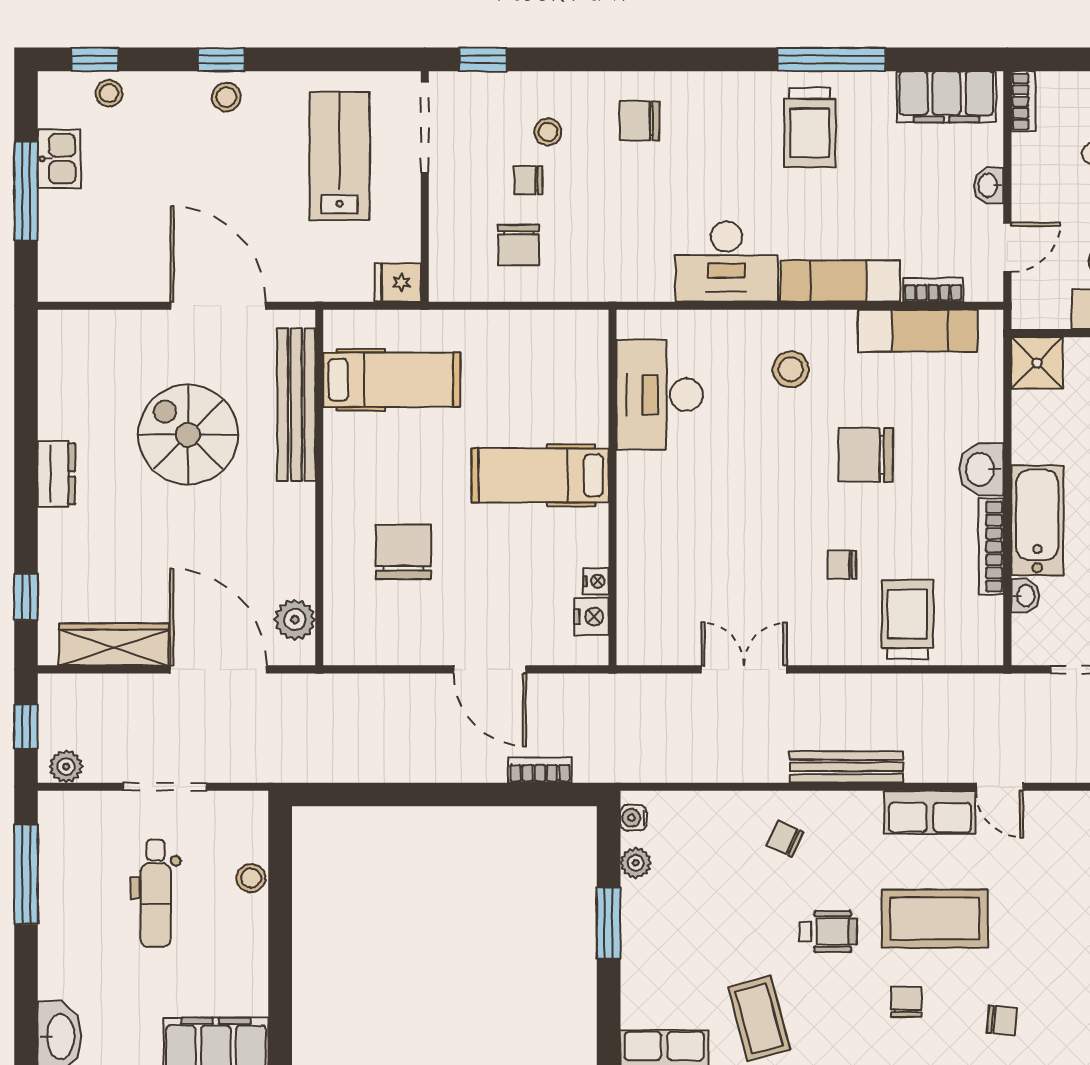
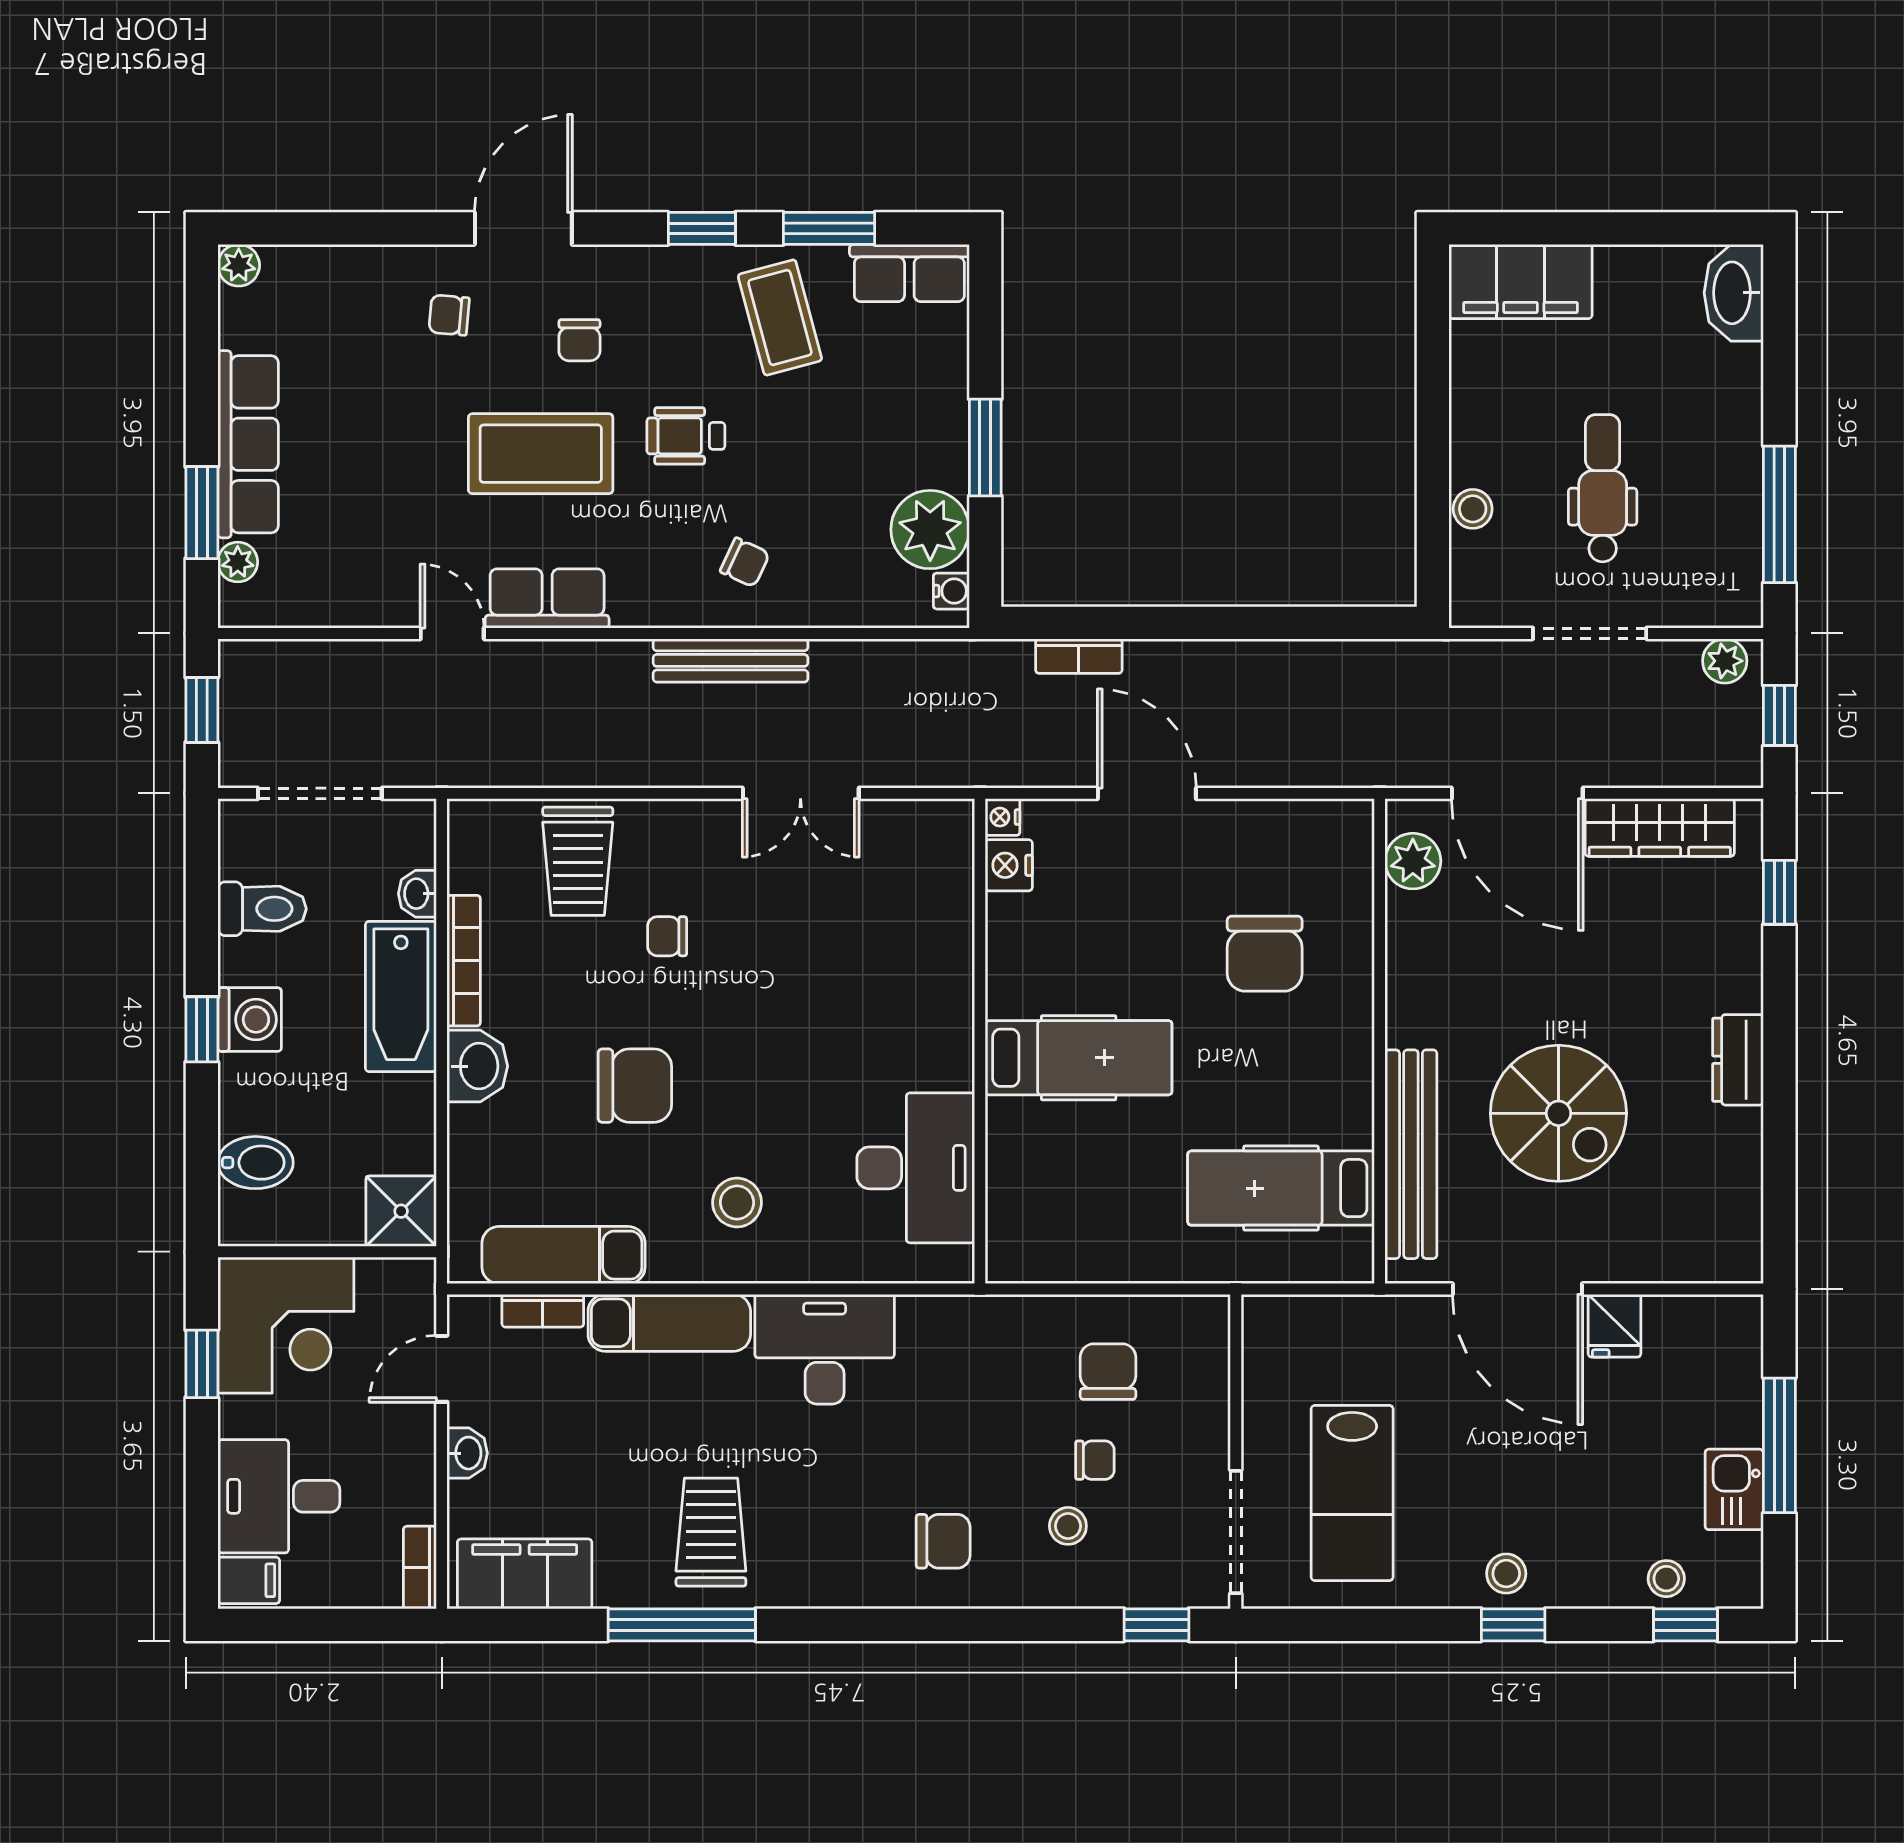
fridge: (398, 283) -> (1614, 1326), moved, turned 90
chair: (842, 565) -> (667, 936), turned 180
nightstand: (596, 581) -> (1003, 817), moved
bench: (847, 767) -> (730, 660), moved
plant: (636, 863) -> (930, 530), width x1.87, depth x1.87

